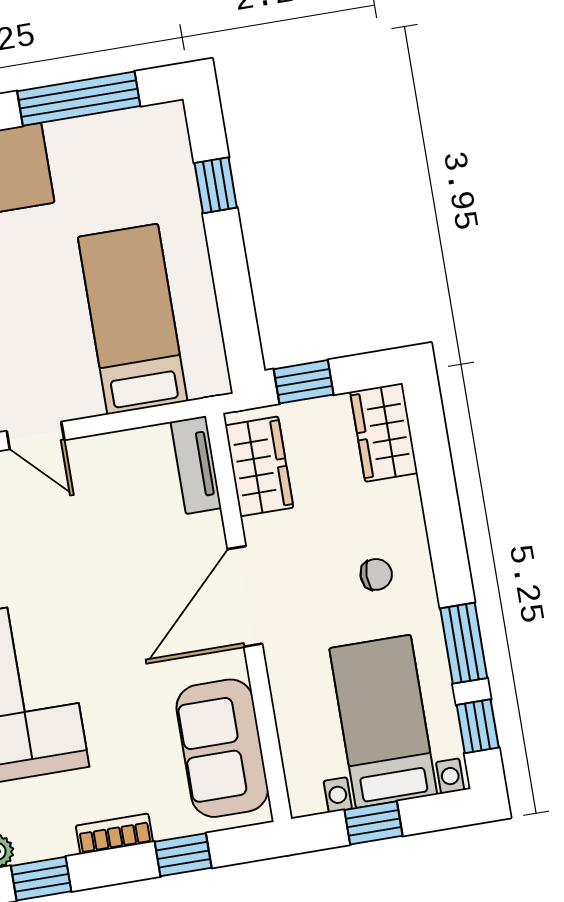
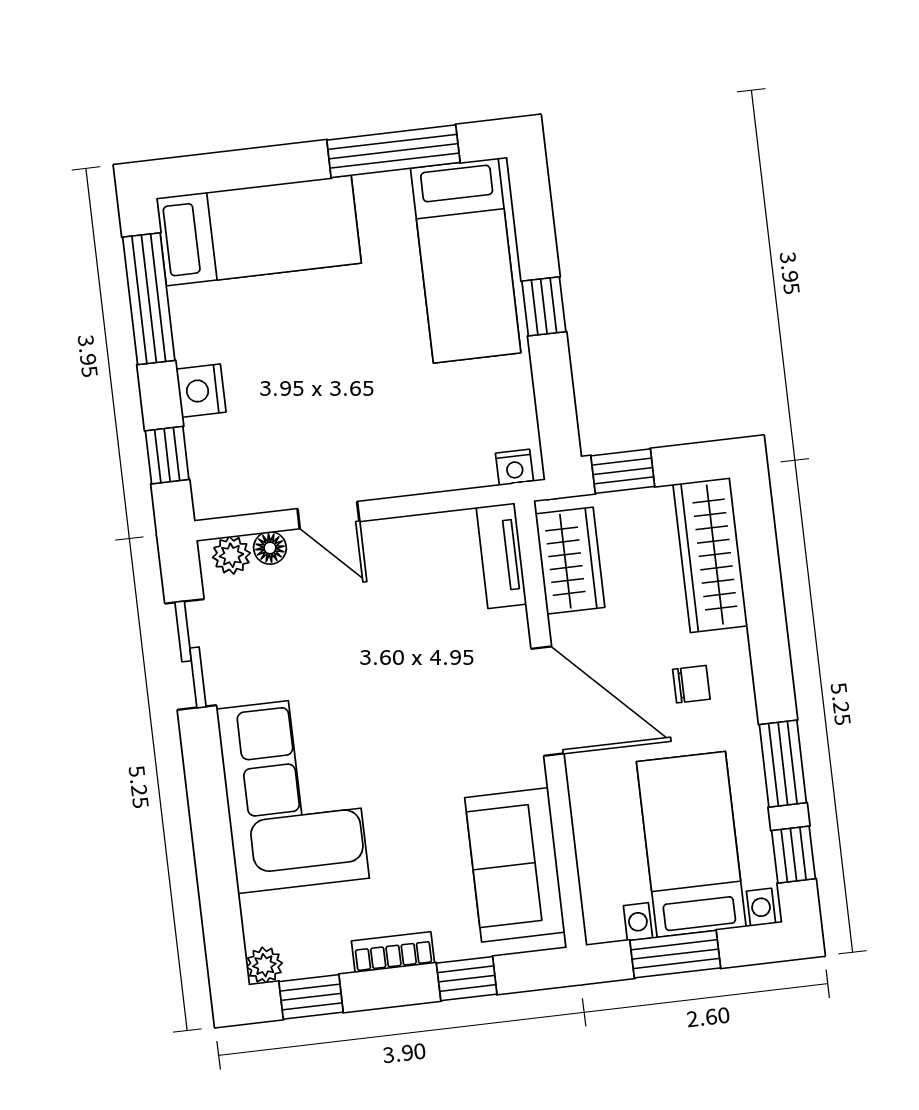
window: (216, 185) -> (544, 306), moved
bed: (133, 319) -> (466, 261), moved, turned 180
nightstand: (204, 383) -> (514, 467), added
wardrobe: (384, 432) -> (710, 555), width x1.50
door: (245, 596) -> (548, 701), swing flipped
window: (373, 823) -> (675, 954), width x1.50

